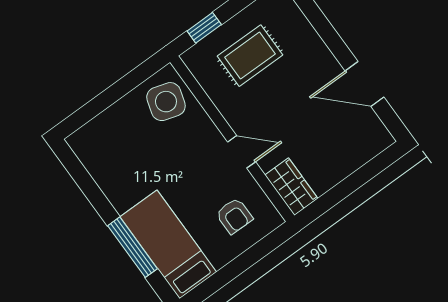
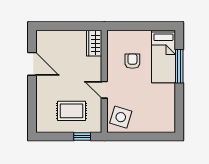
door: (242, 152) -> (104, 90), moved
armchair: (234, 216) -> (132, 61), moved

